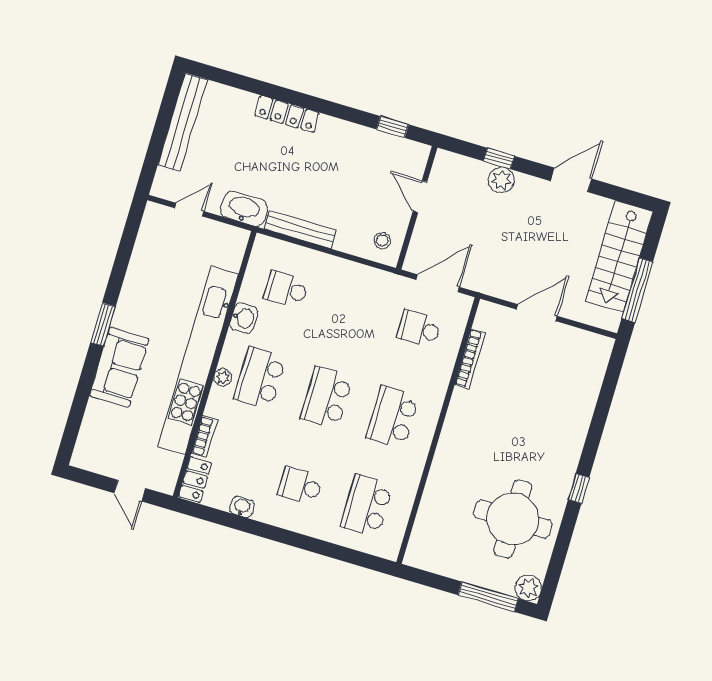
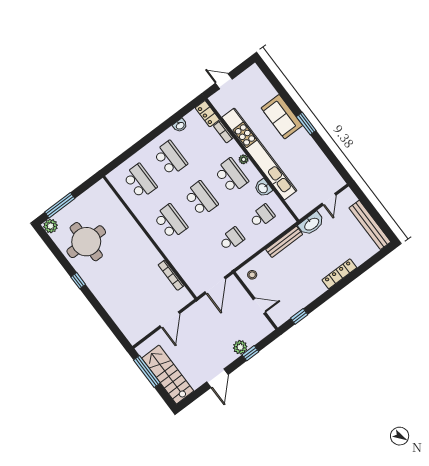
school desk: (419, 329) -> (232, 239), moved
school desk: (300, 486) -> (170, 158), width x1.85

